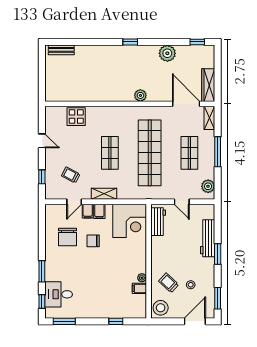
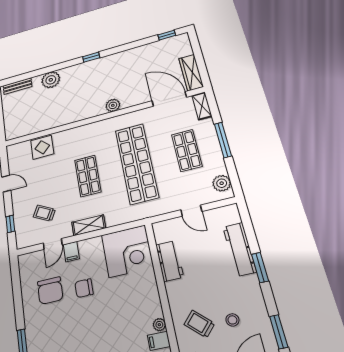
plant: (167, 53) -> (51, 80), moved
filing cabinet: (99, 211) -> (86, 248), removed
workbench: (158, 222) -> (170, 261), moved

